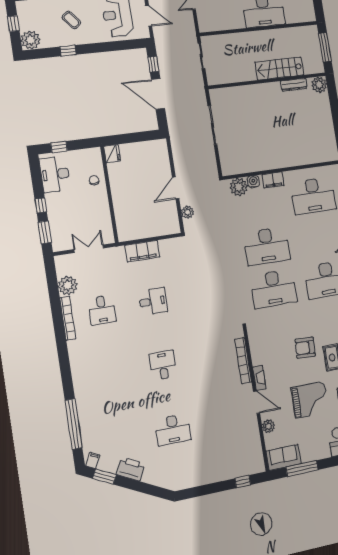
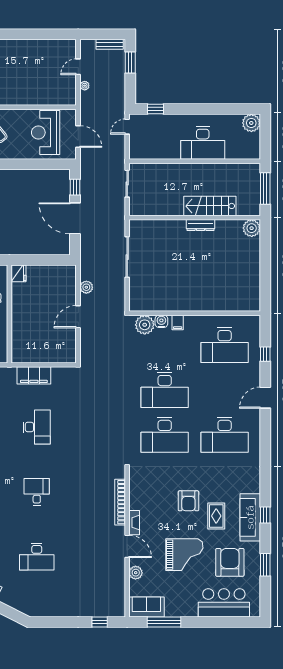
dresser: (294, 85) -> (201, 225), moved
filing cabinet: (273, 180) -> (178, 323), width x0.50
plant: (187, 212) -> (86, 287), moved
desk: (153, 301) -> (37, 427), width x1.37
armchair: (305, 348) -> (188, 501), turned -93

